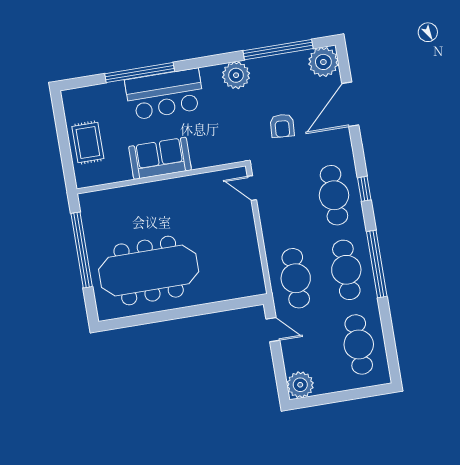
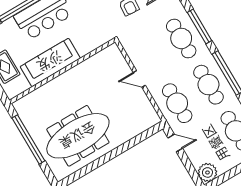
sofa: (160, 158) -> (50, 62), width x1.36
door: (252, 188) -> (139, 79), moved
window: (364, 189) -> (200, 26), width x2.17

